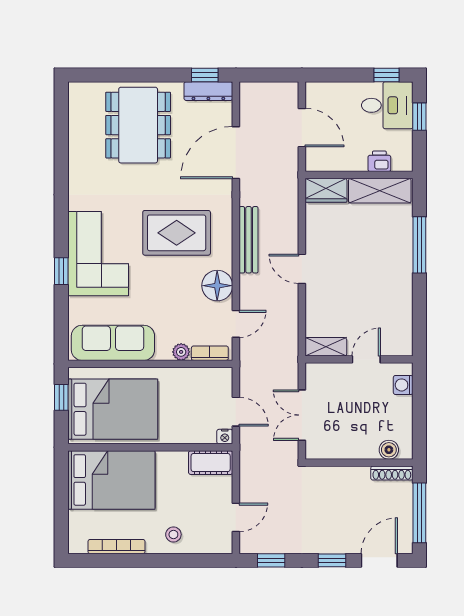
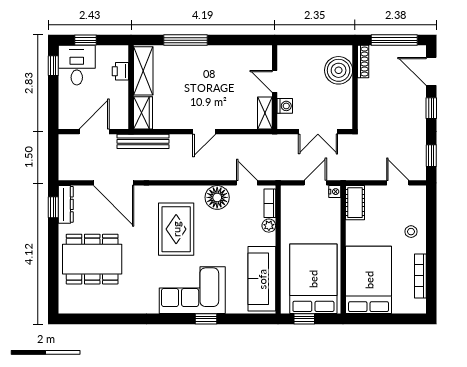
bench: (249, 240) -> (143, 141), moved
washing machine: (403, 385) -> (285, 106), moved, turned -90
boiler: (389, 450) -> (339, 70), width x1.86, depth x1.86

